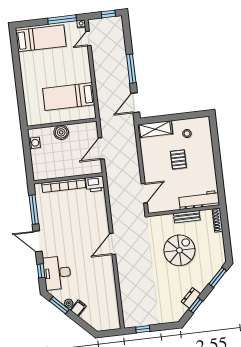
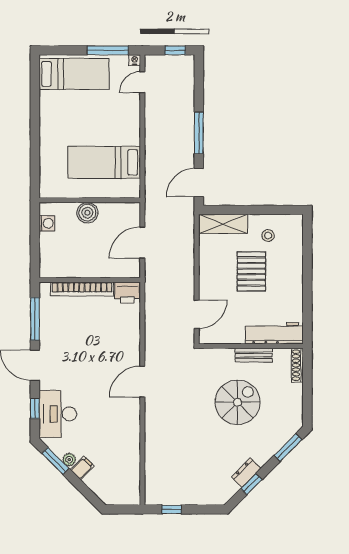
pallet: (178, 159) -> (251, 271), width x1.50, depth x1.42

